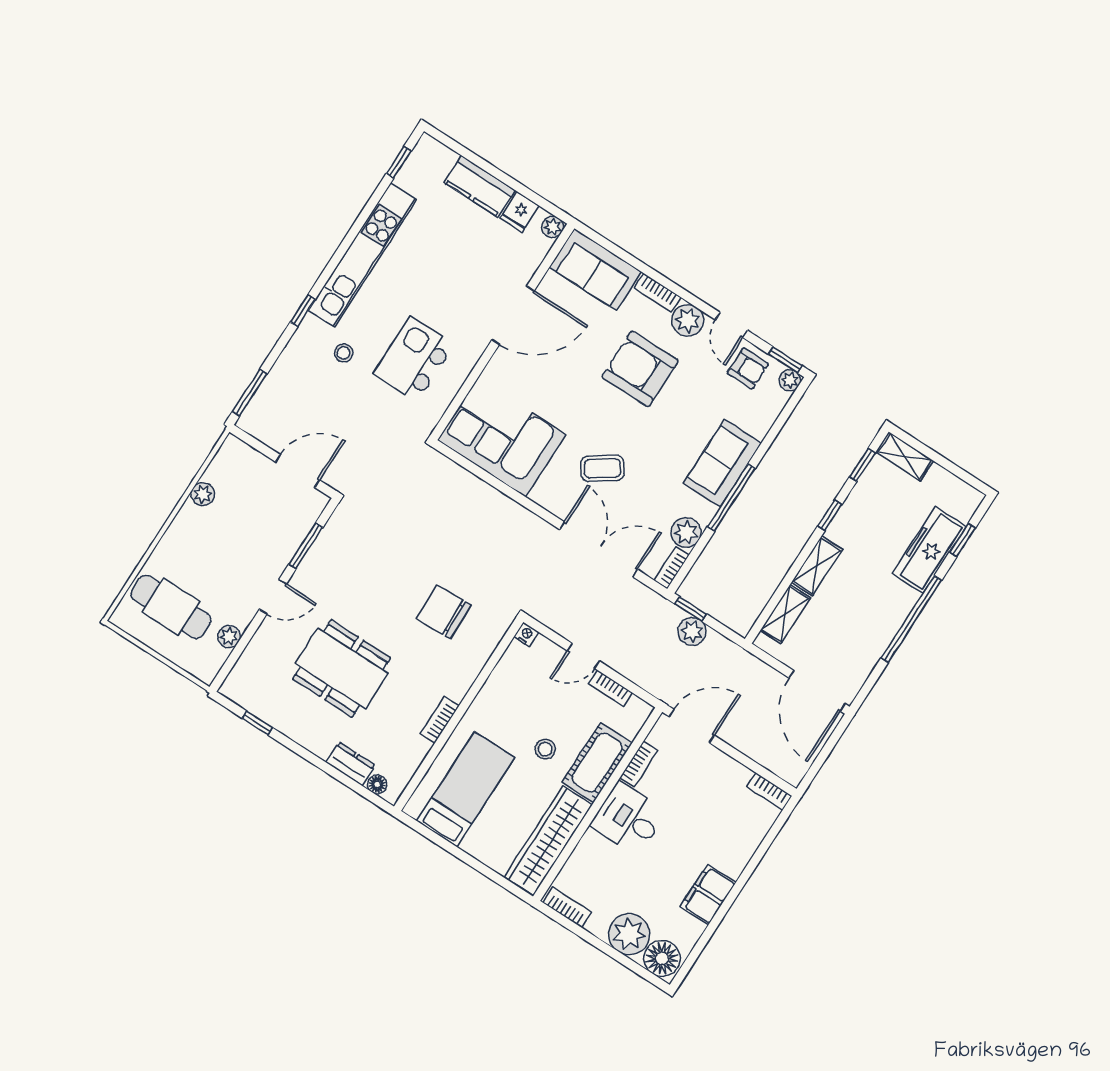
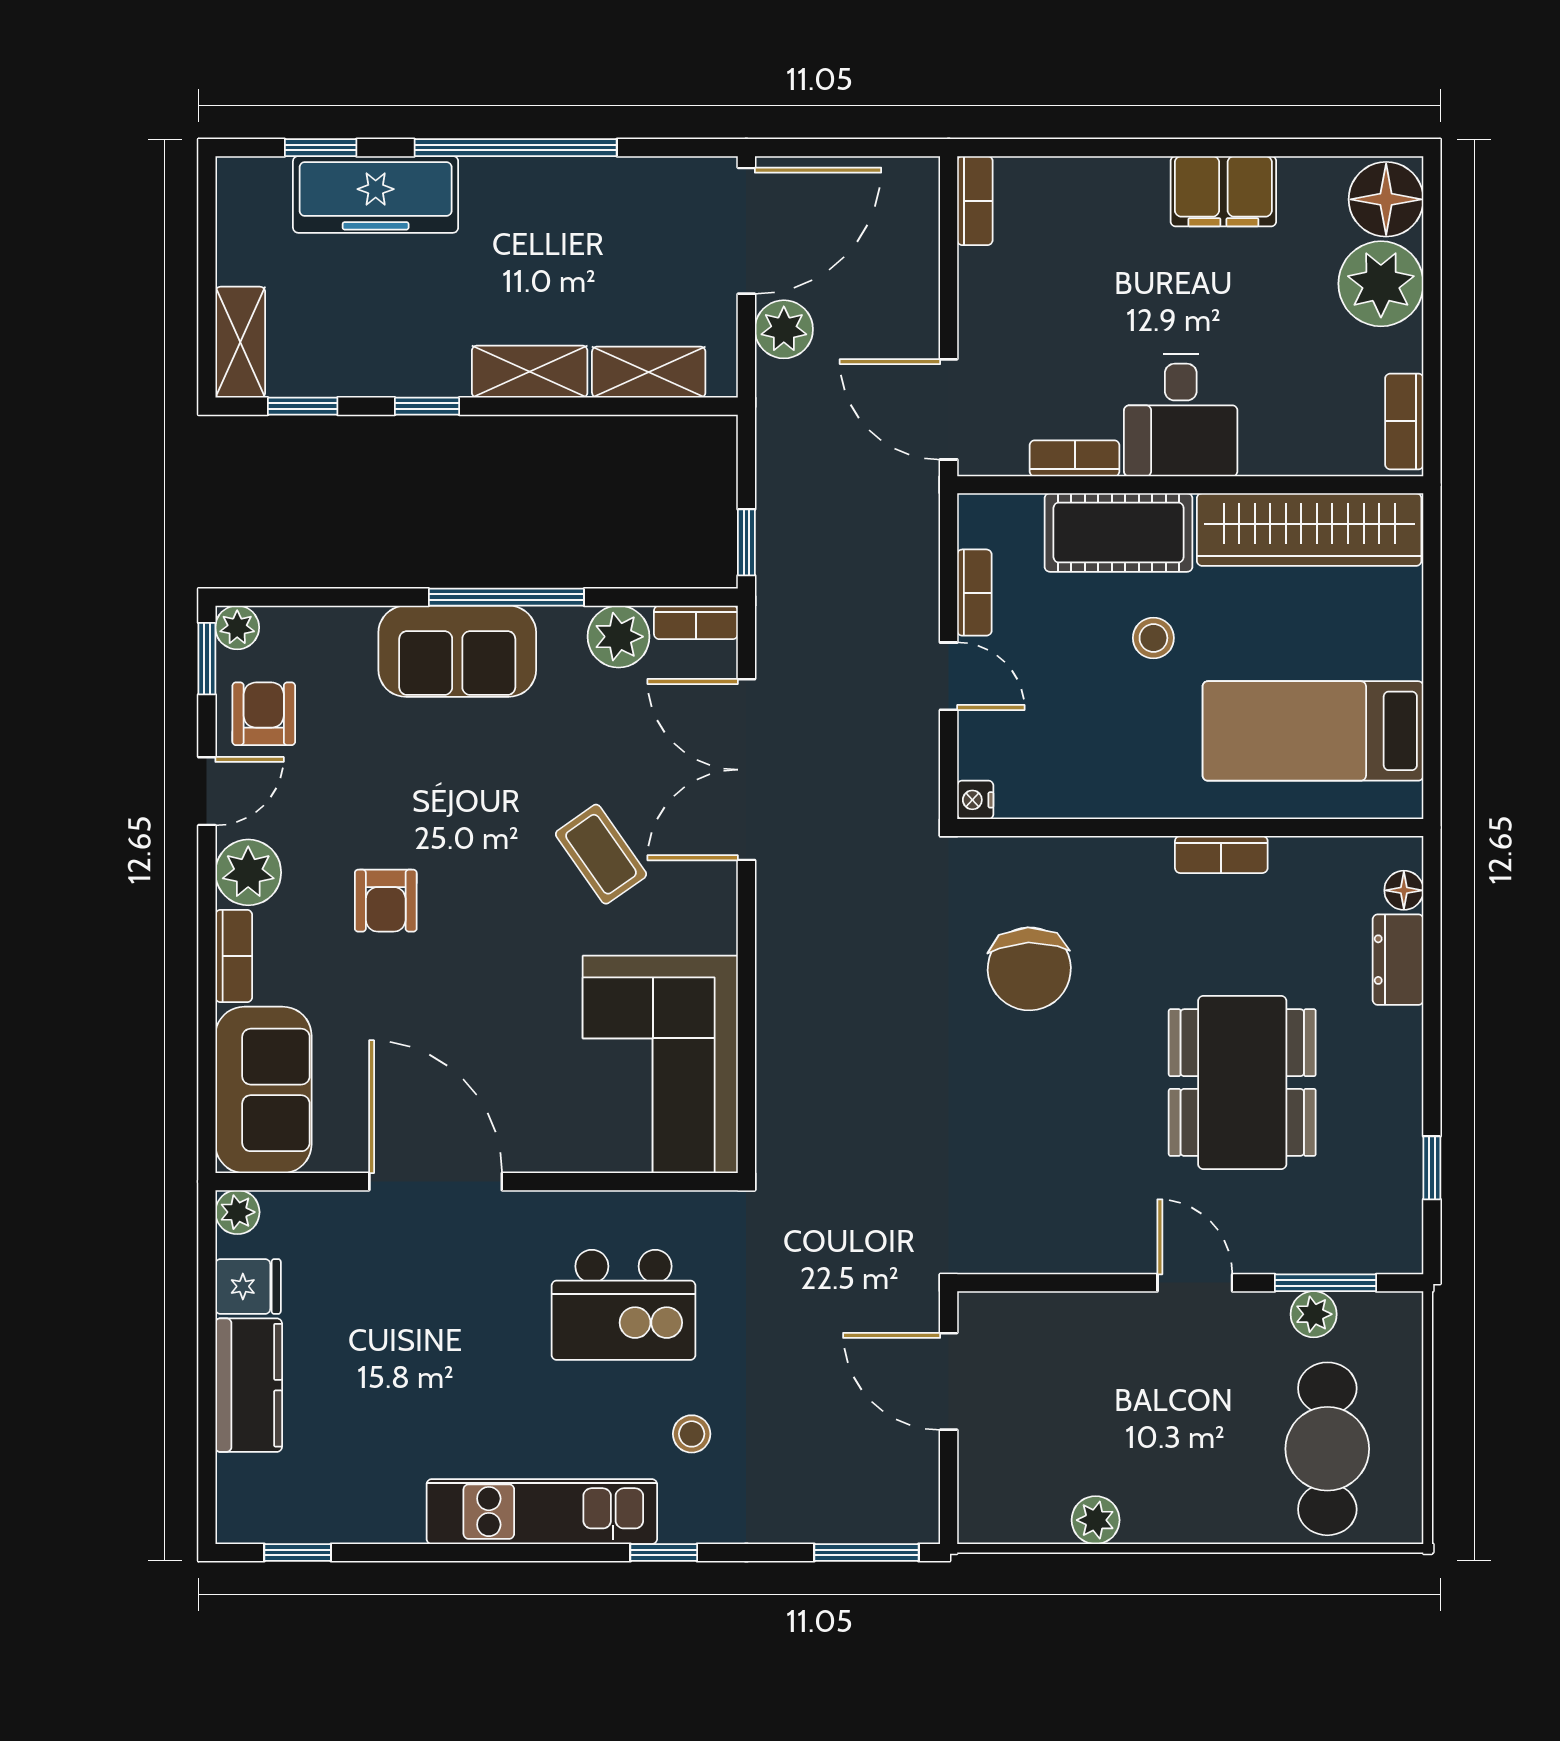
kitchen unit: (362, 255) -> (542, 1512), width x0.73
armchair: (640, 369) -> (386, 901), width x0.53, depth x0.53
window: (306, 546) -> (1325, 1283), moved
plant: (692, 631) -> (784, 329), moved

